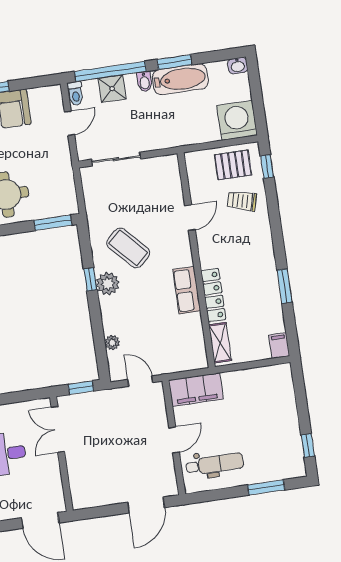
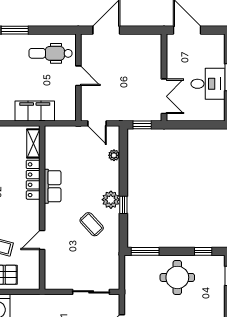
coffee table: (128, 248) -> (92, 224), width x0.73, depth x0.77
filing cabinet: (196, 389) -> (35, 111), moved
door: (174, 440) -> (78, 76), swing flipped

